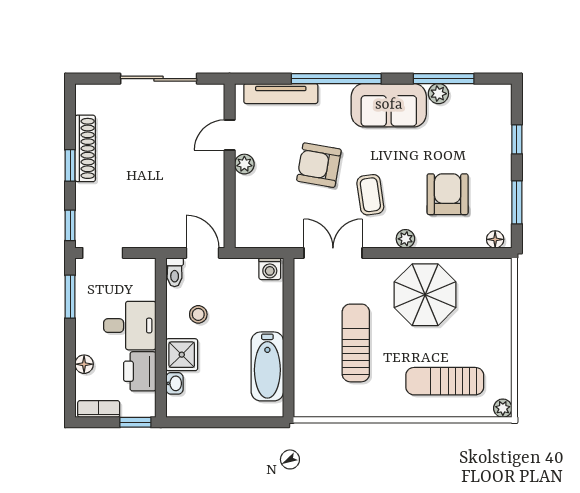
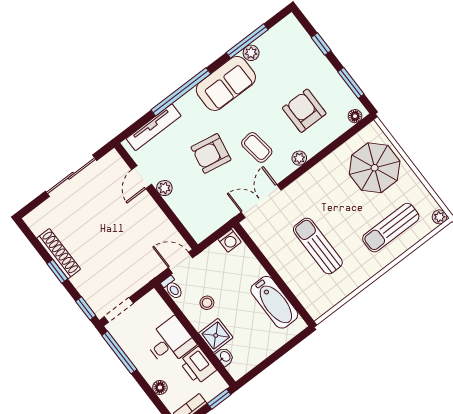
parasol: (425, 295) -> (375, 168), moved
window: (70, 297) -> (119, 352), width x1.44

